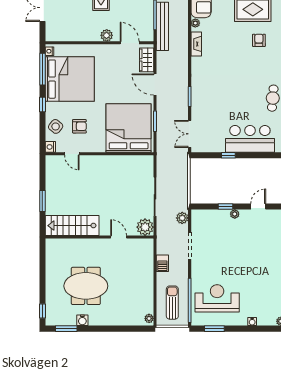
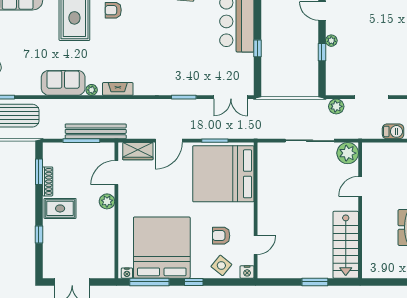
armchair: (79, 126) -> (221, 236), turned -90

